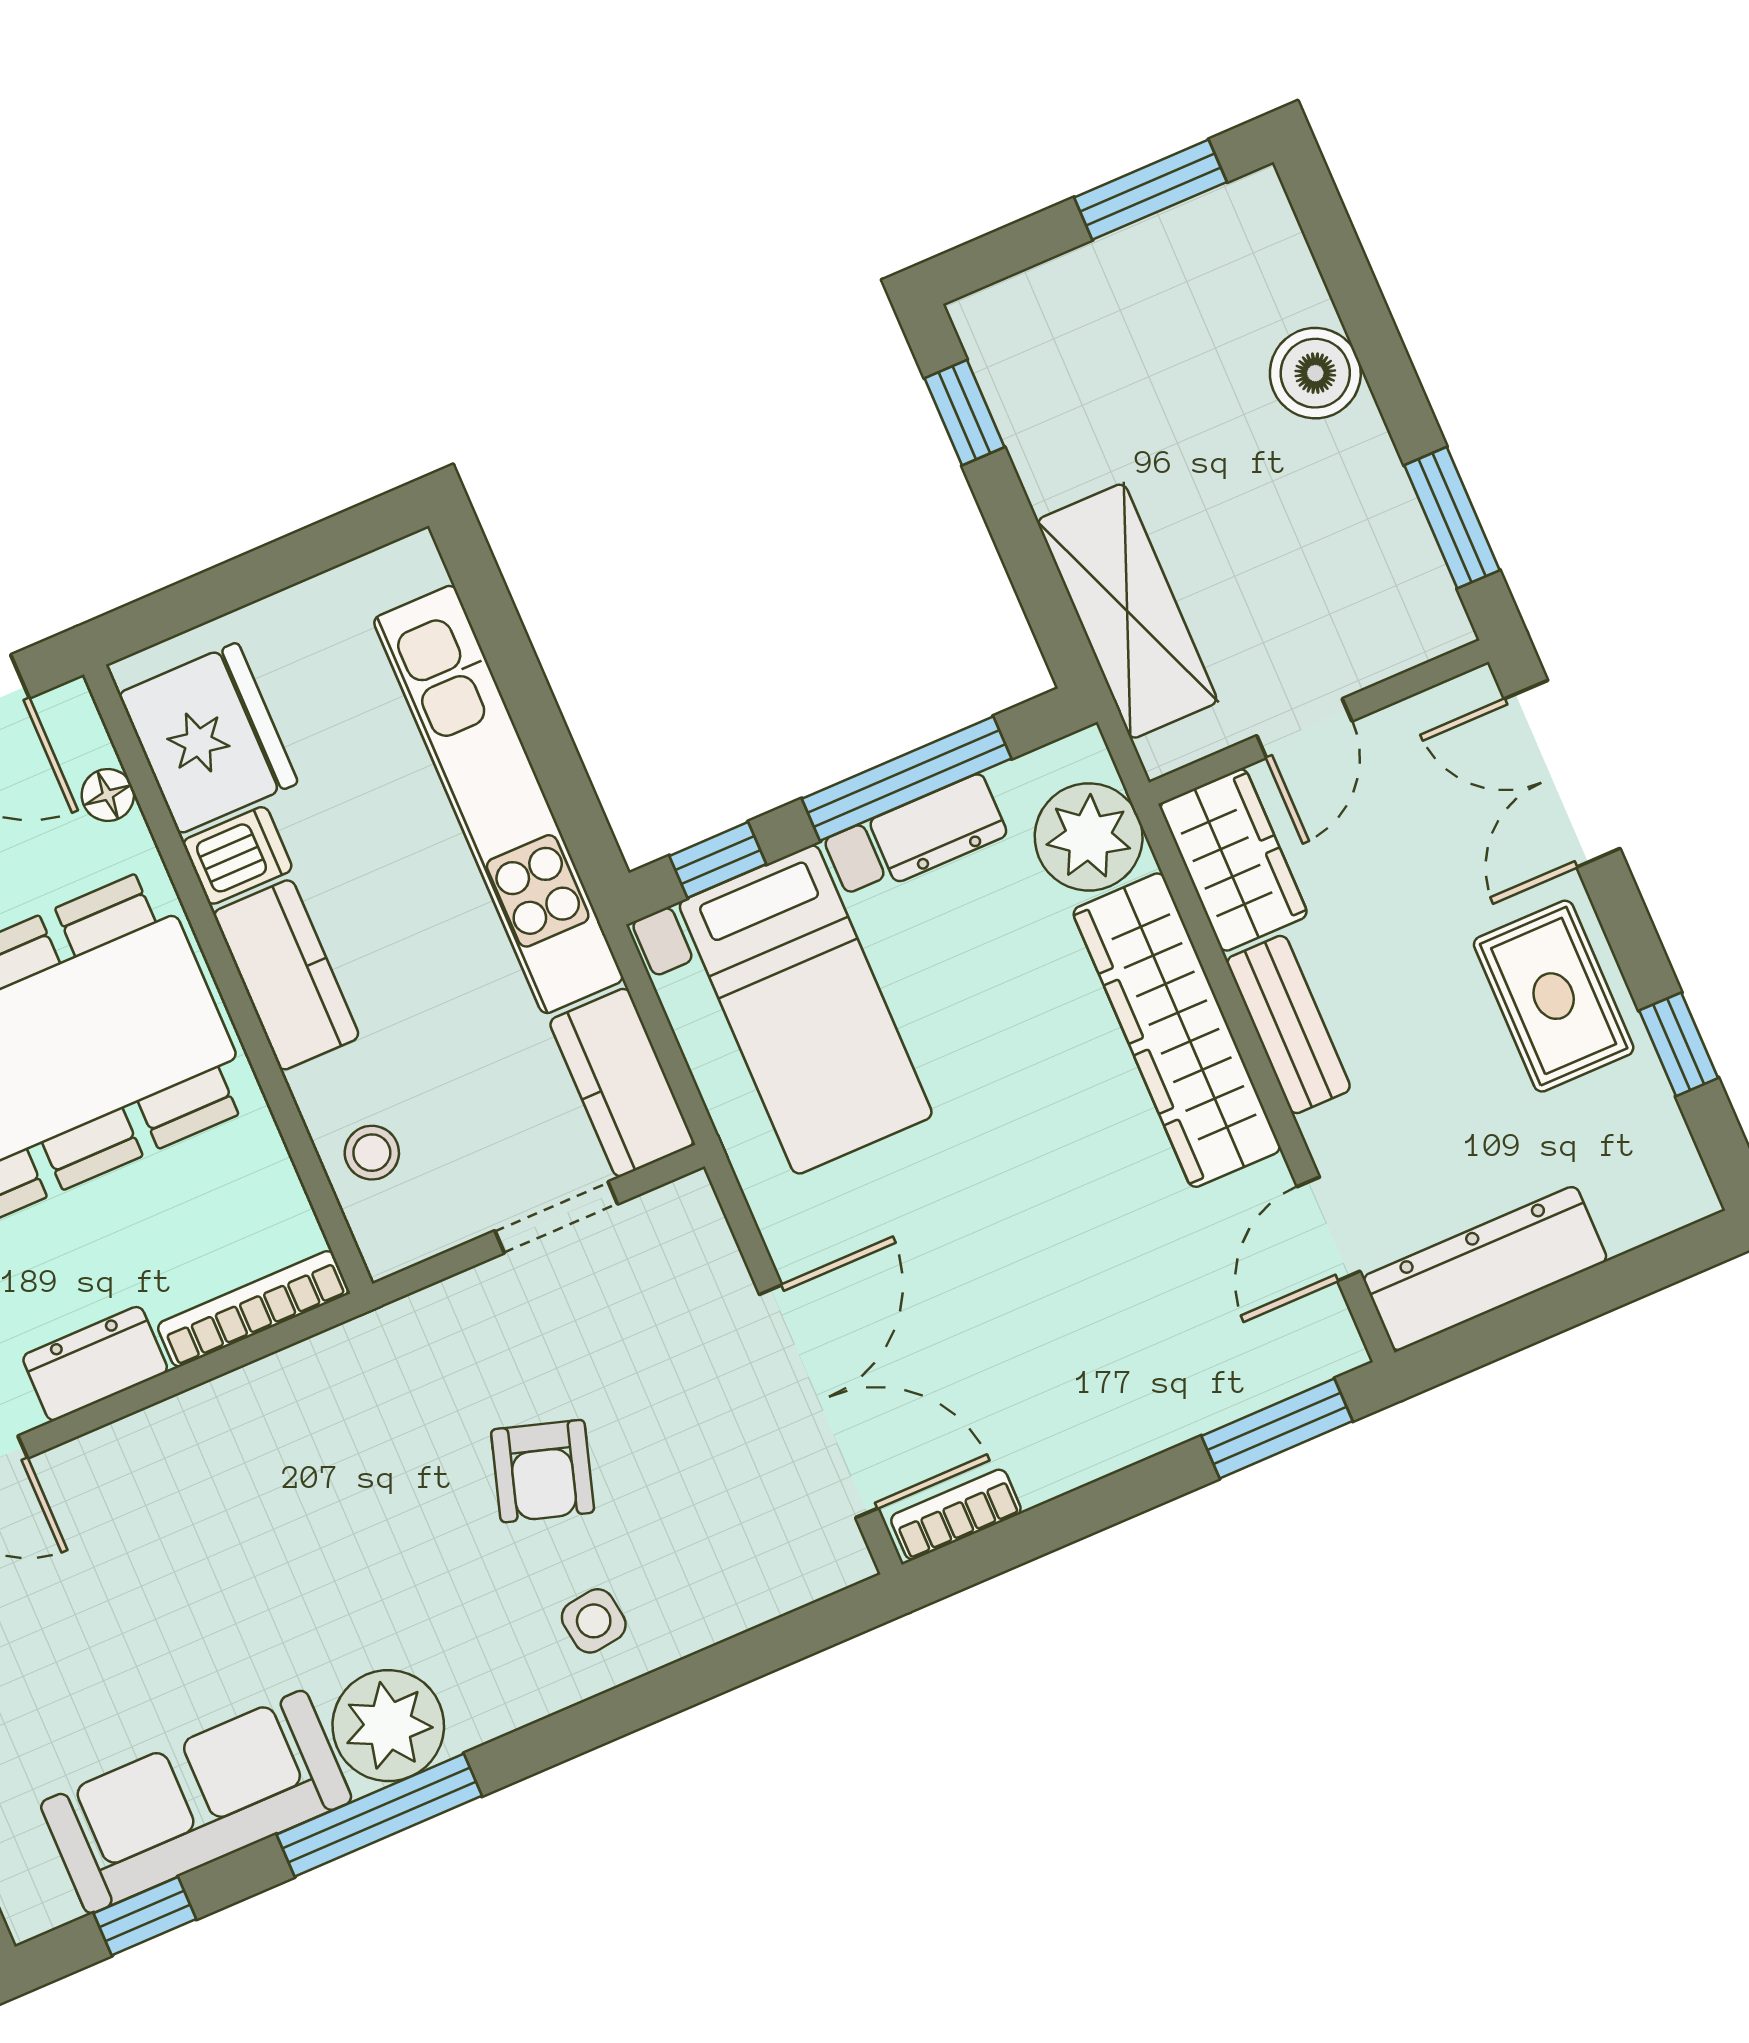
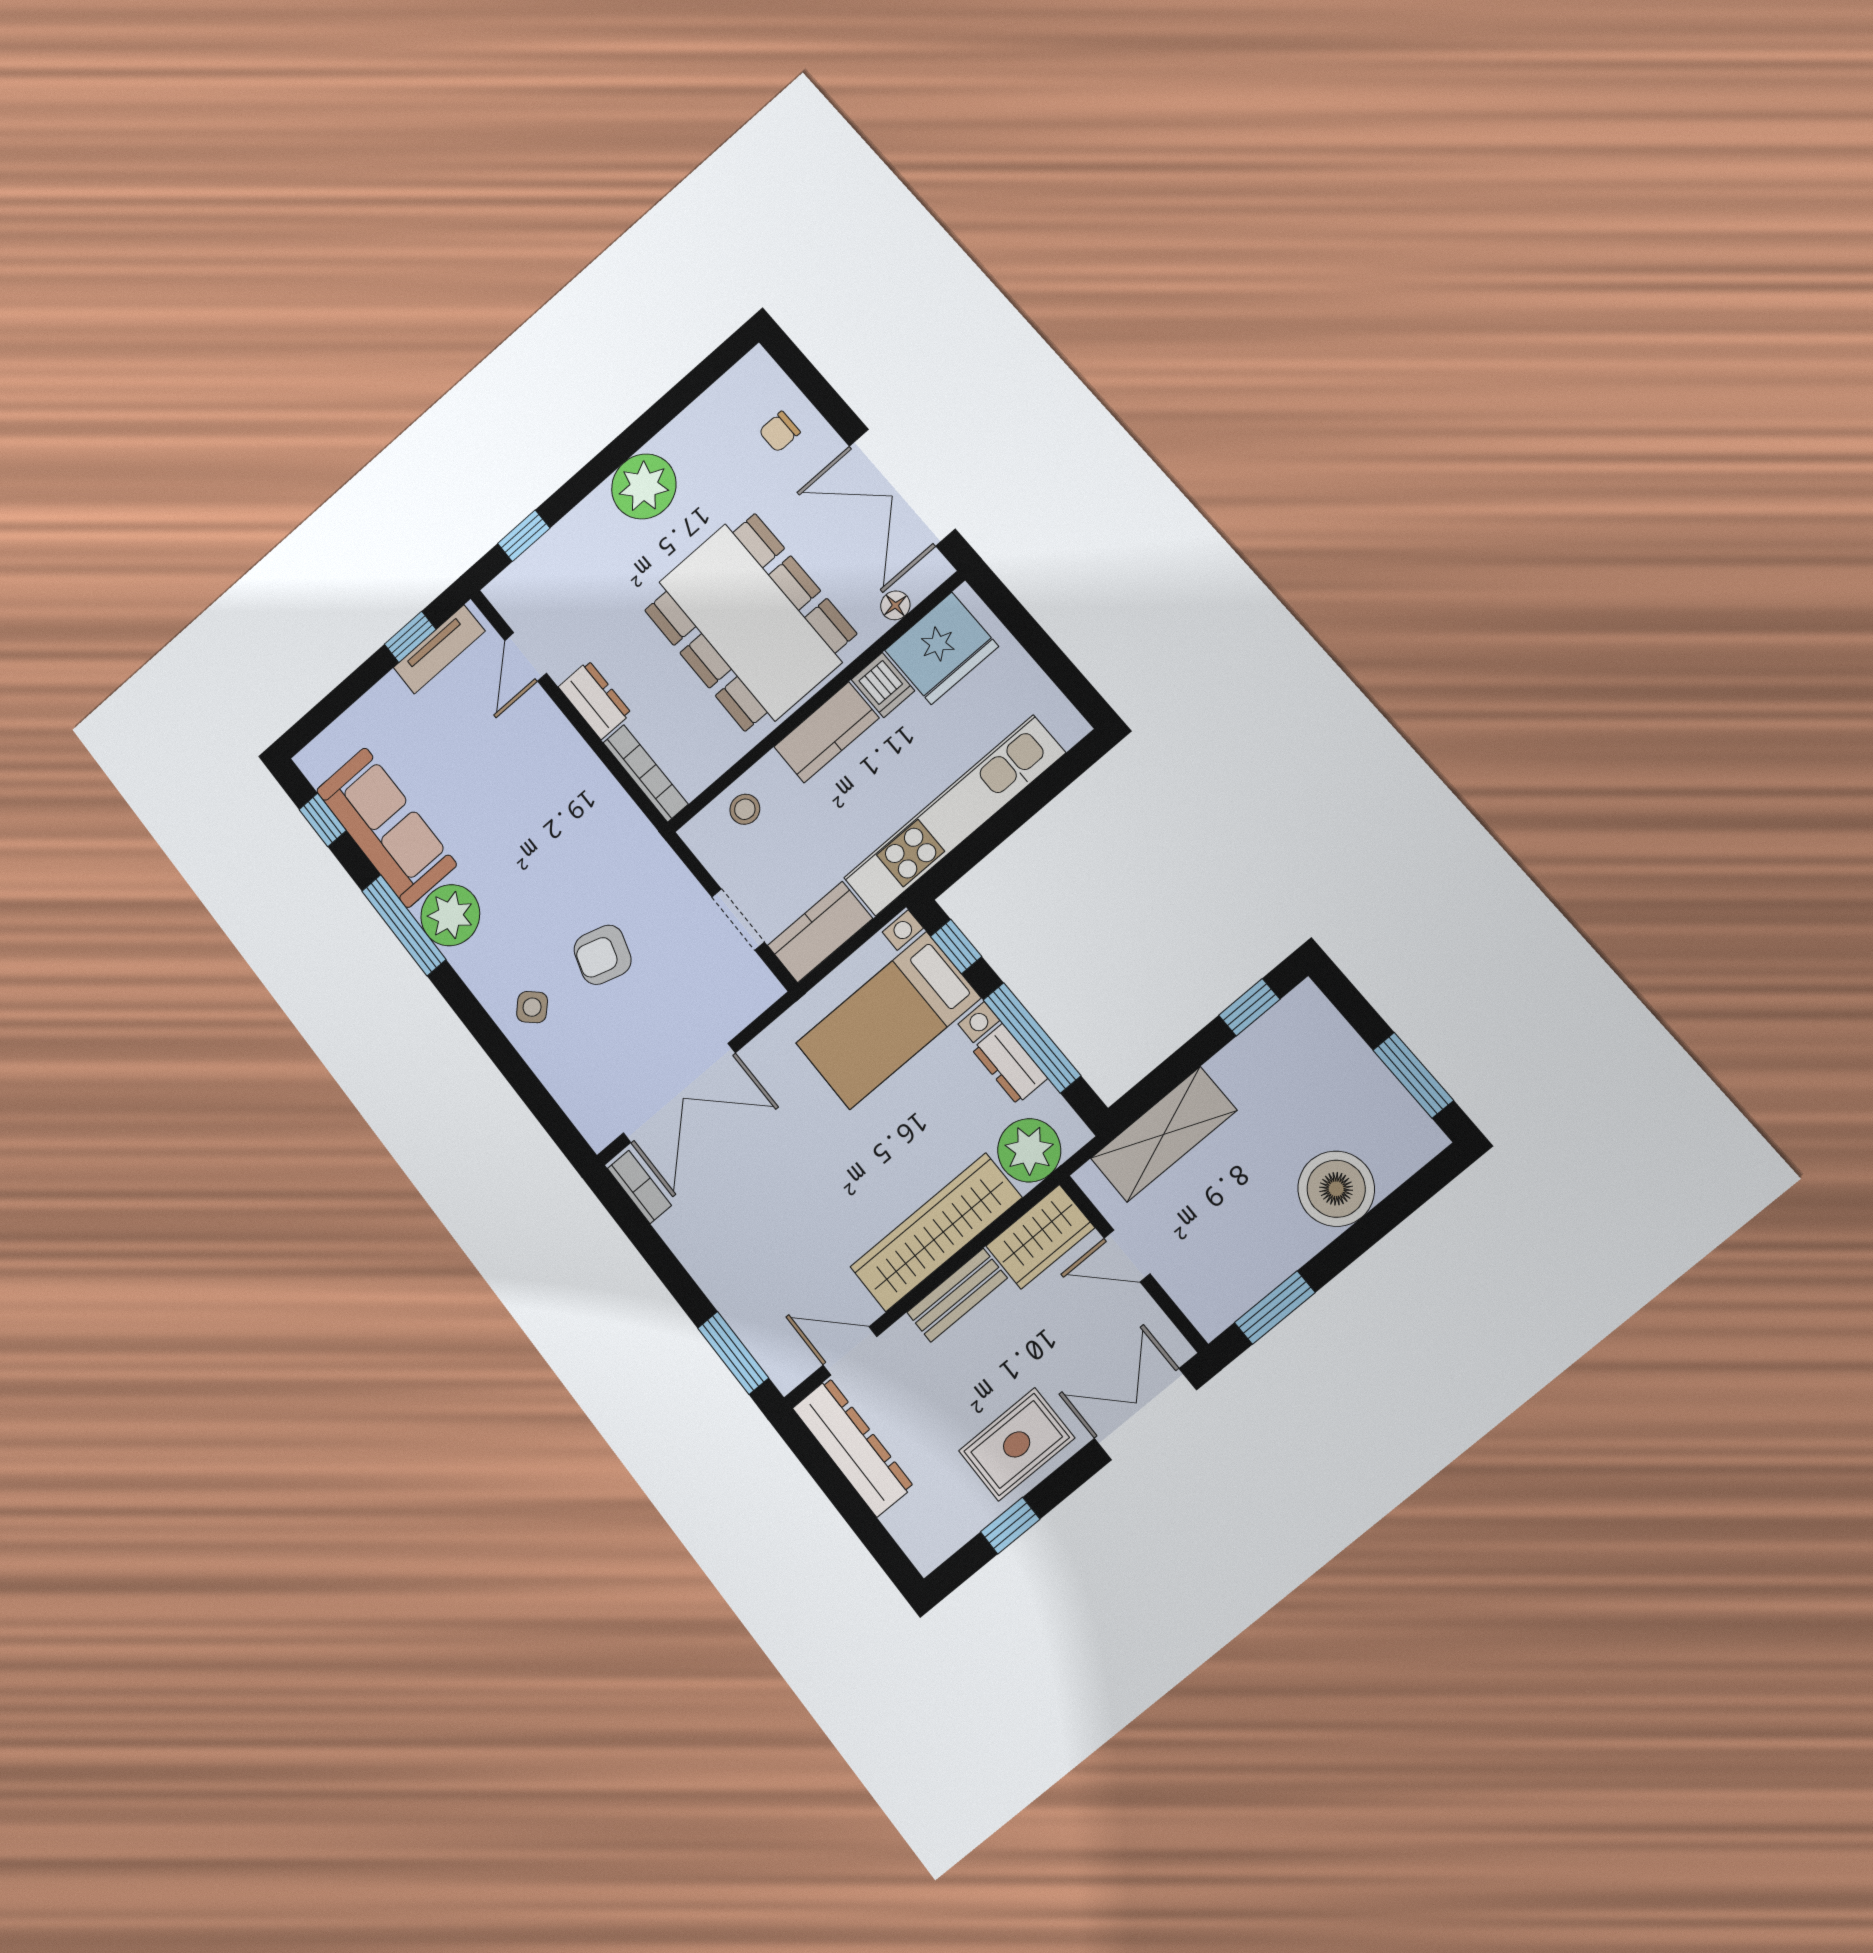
boiler: (1315, 373) -> (1336, 1189), width x1.37, depth x1.37
side table: (594, 1621) -> (532, 1007), turned -38

